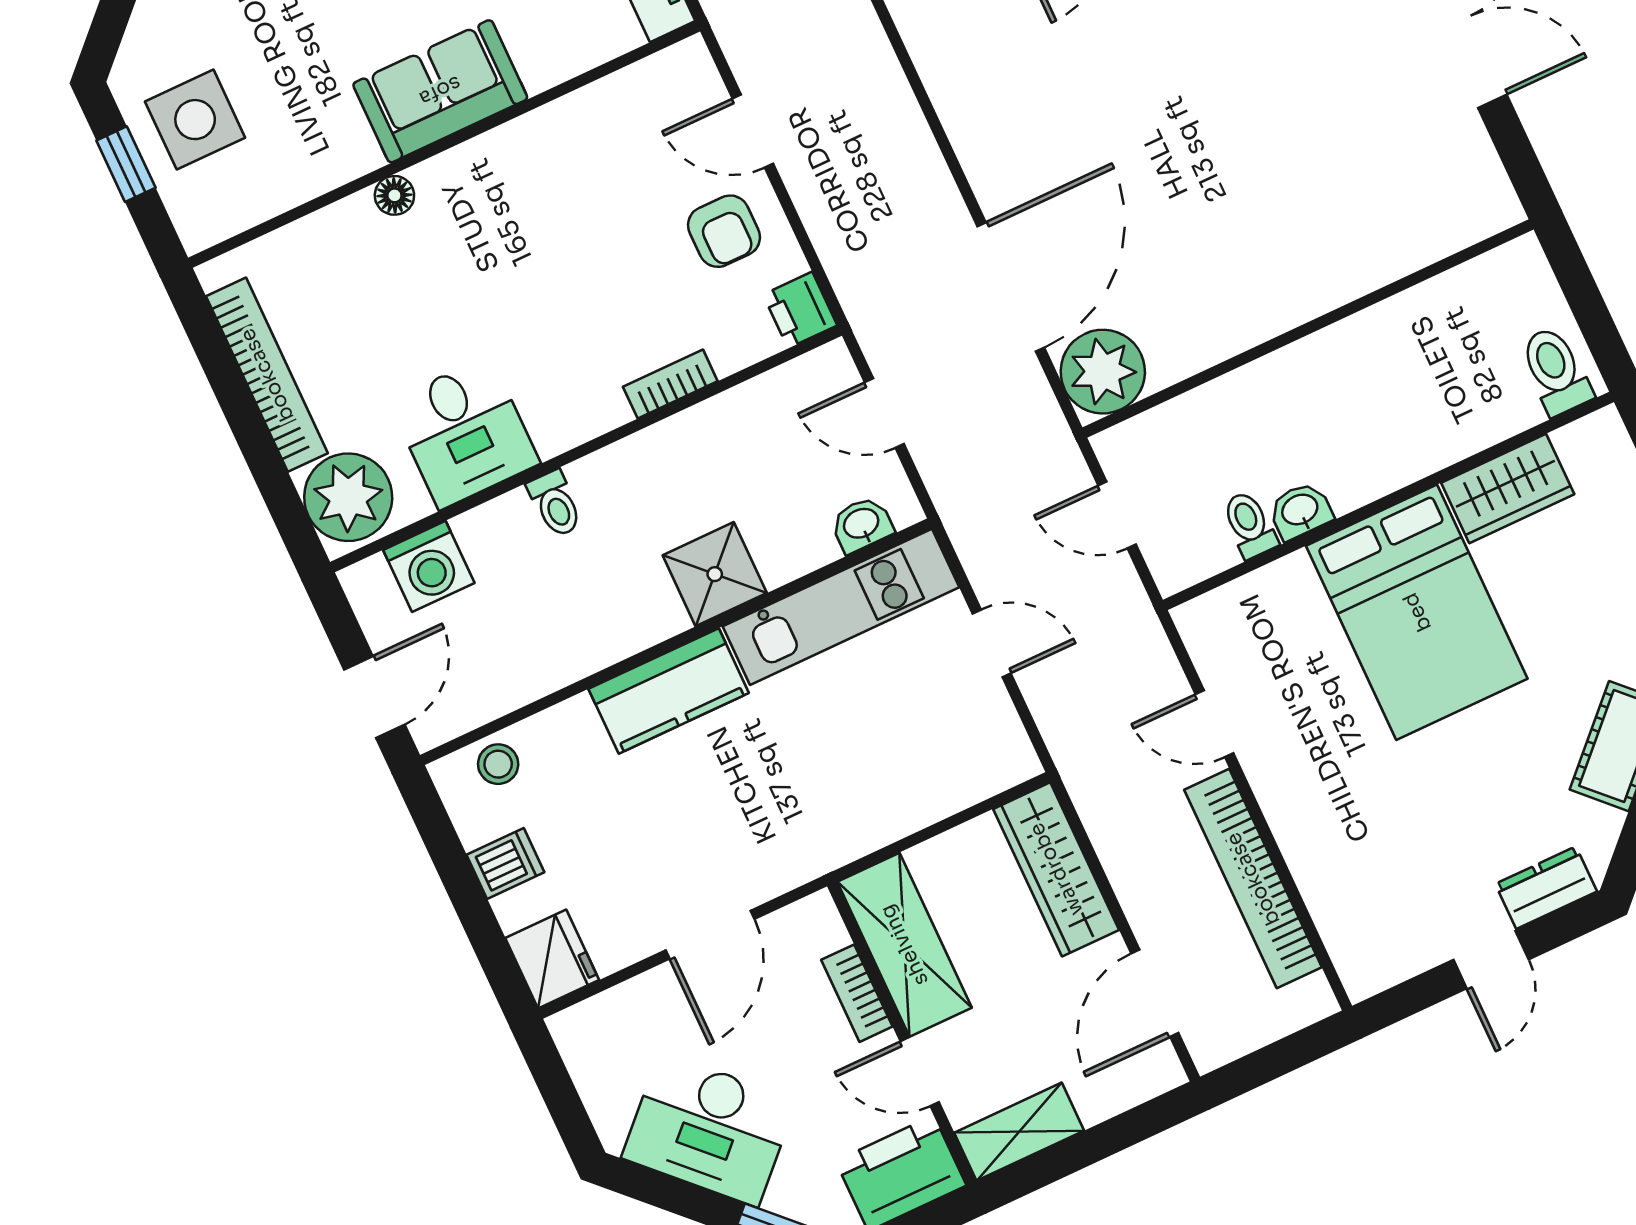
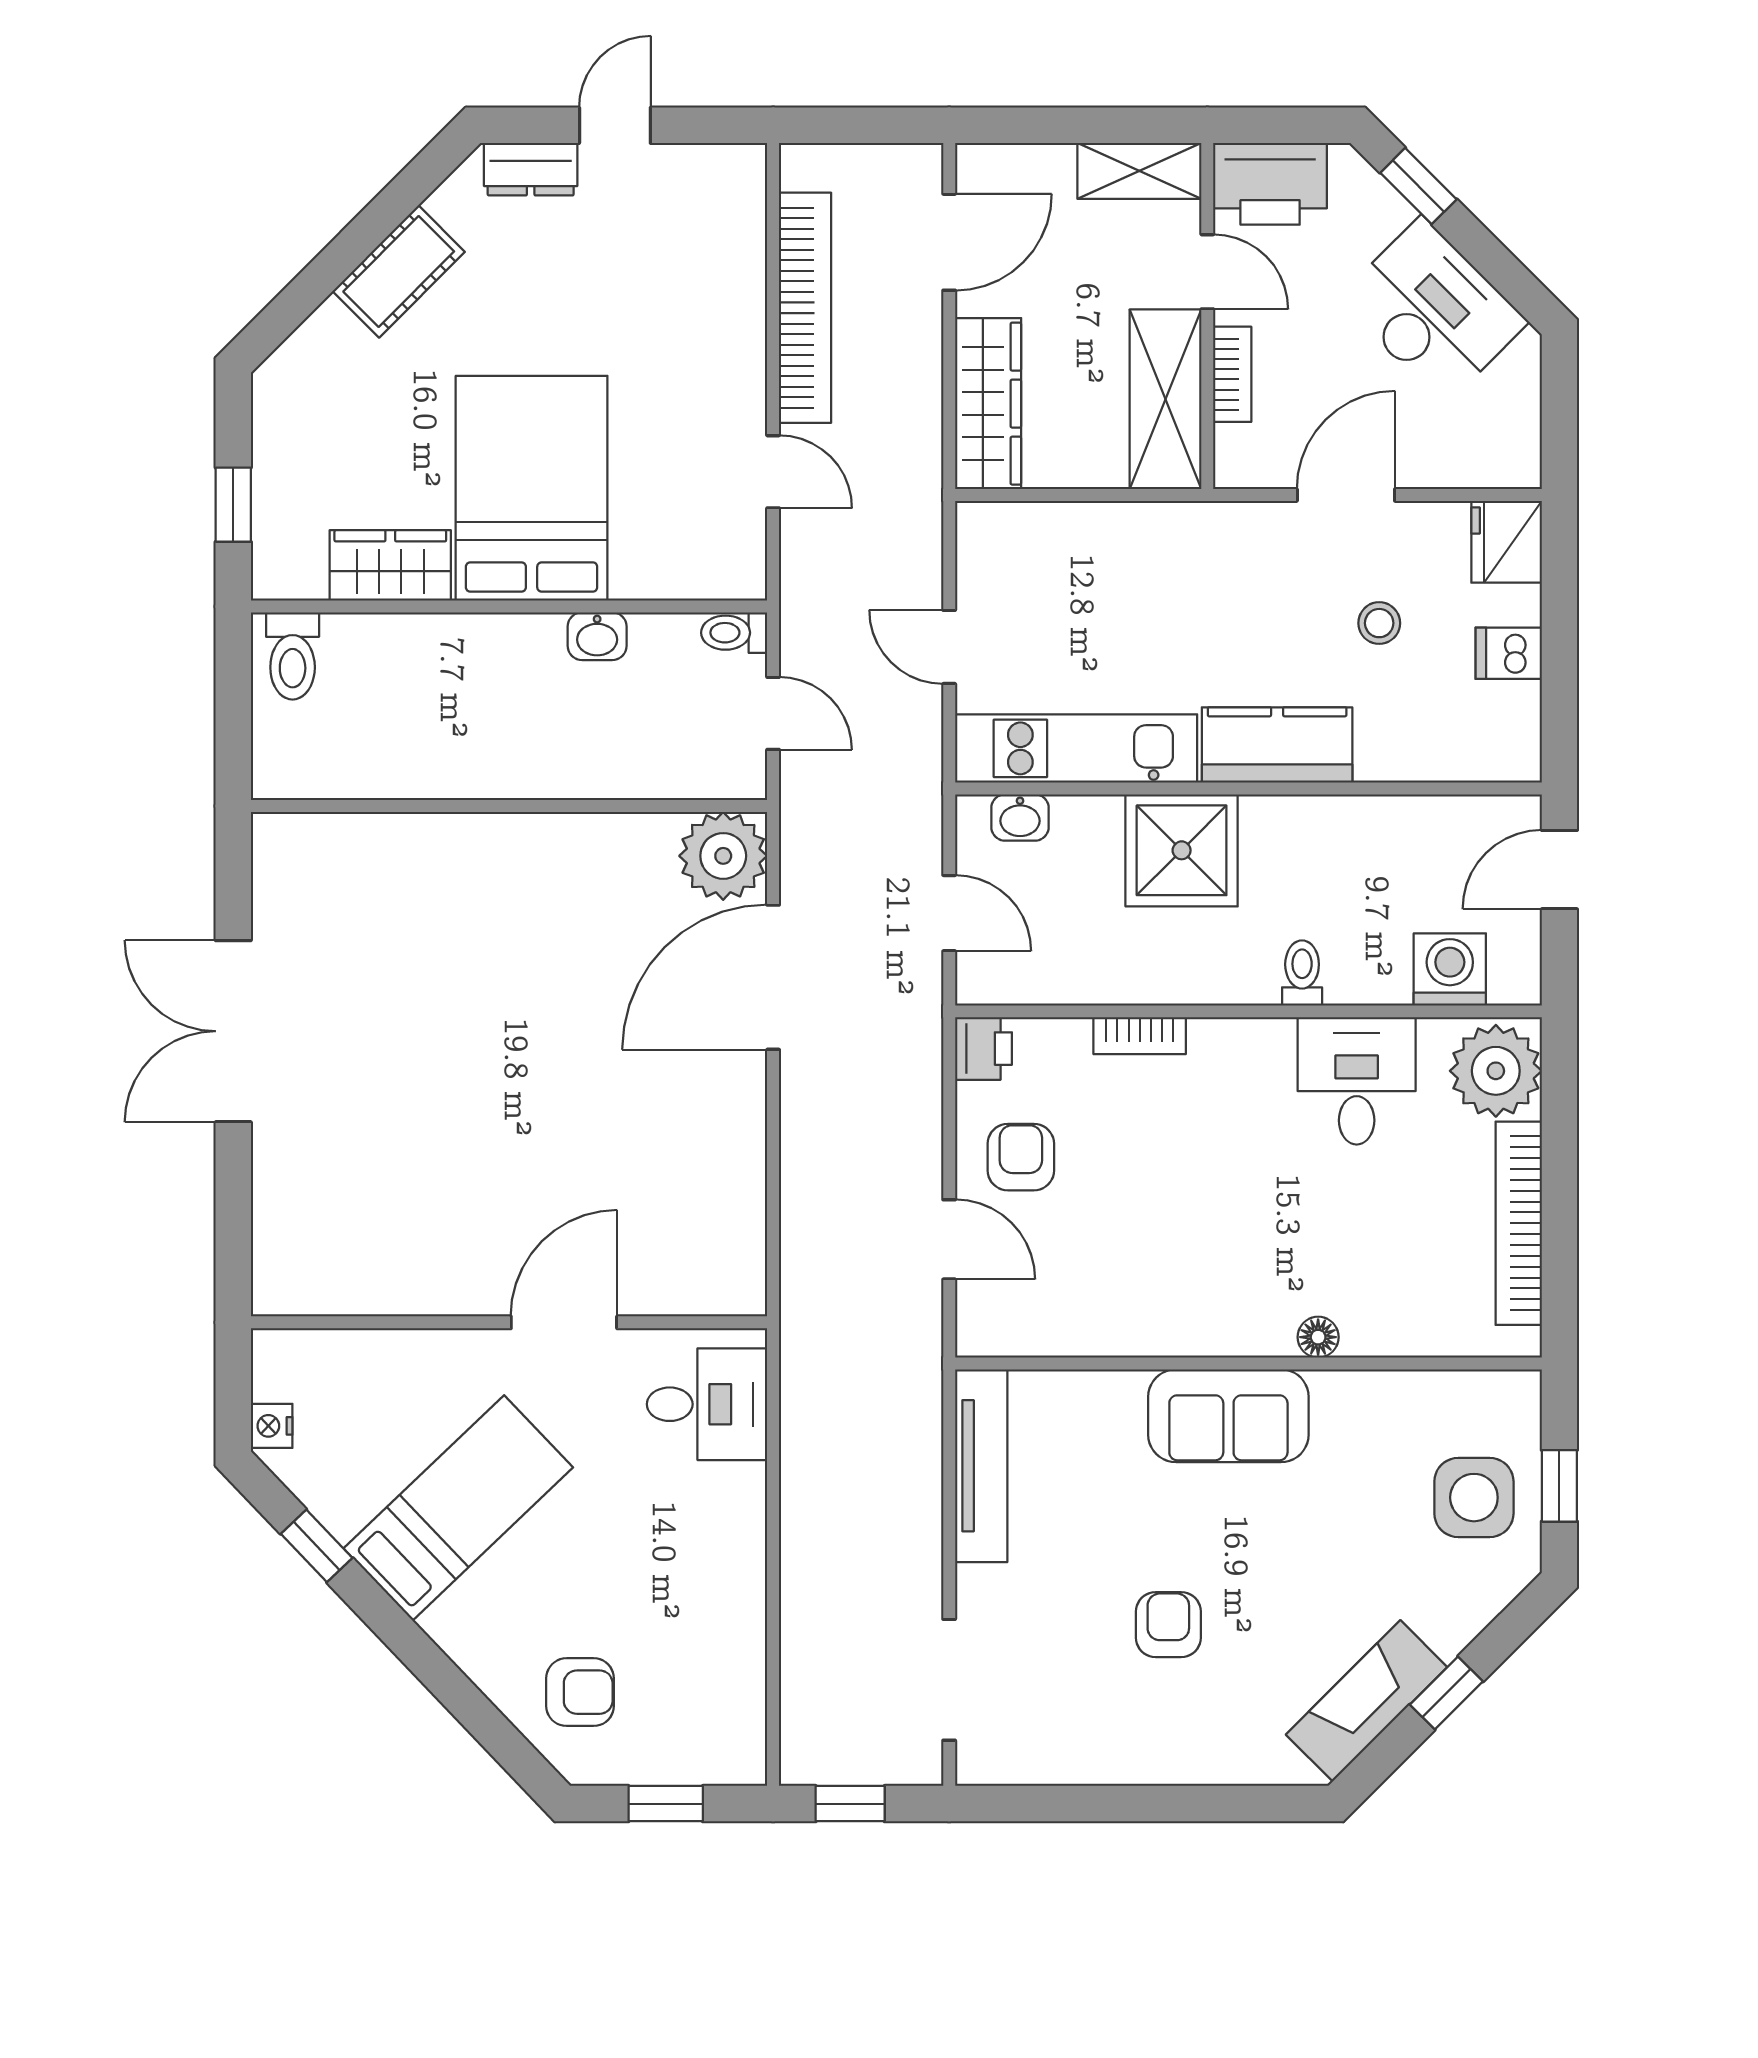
toilet: (1250, 525) -> (734, 633), moved, turned 90
shower: (715, 574) -> (1182, 850), width x1.36, depth x1.36
stool: (498, 764) -> (1379, 623), moved

